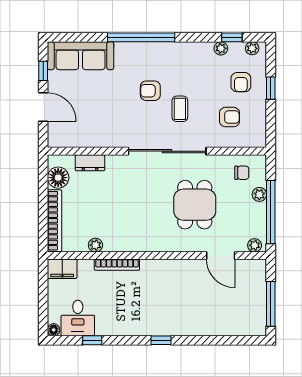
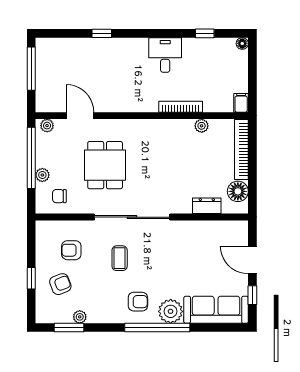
window: (232, 37) -> (69, 328), width x1.50
plant: (252, 48) -> (171, 311), moved, width x1.87, depth x1.87
armchair: (241, 82) -> (60, 284), turned 69
armchair: (150, 91) -> (138, 302), moved
filing cabinet: (62, 269) -> (241, 103), width x0.50
desk: (78, 318) -> (165, 55), moved
window: (161, 340) -> (102, 33), moved

